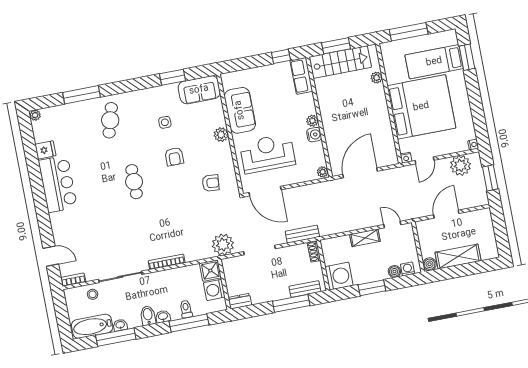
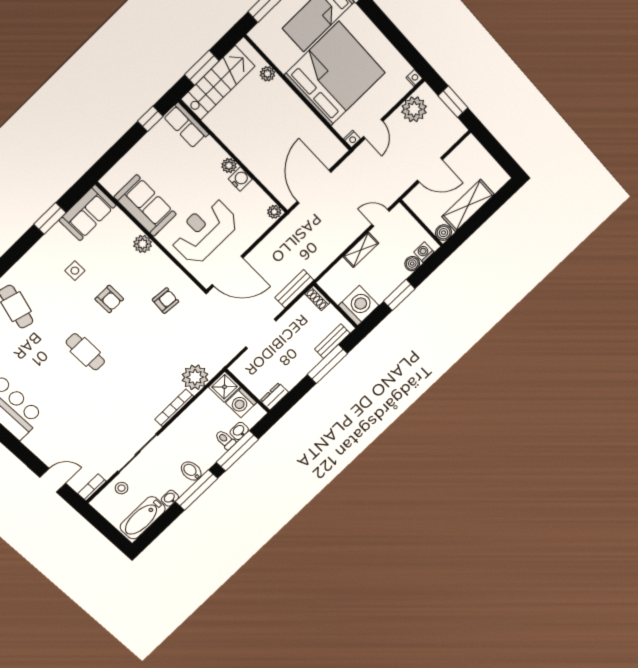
door: (446, 214) -> (430, 170), swing flipped
plant: (223, 245) -> (195, 377), moved
washbasin: (163, 317) -> (239, 431), moved
window: (116, 337) -> (197, 490), moved

